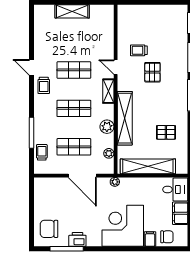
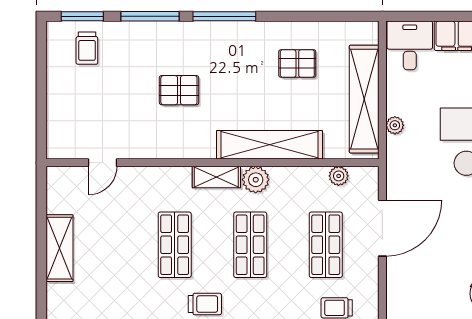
trolley: (139, 50) -> (87, 48), moved
door: (116, 67) -> (103, 163), moved
plant: (107, 127) -> (256, 180), moved
pallet: (166, 132) -> (297, 63), turned 90
plant: (115, 182) -> (395, 125), moved

